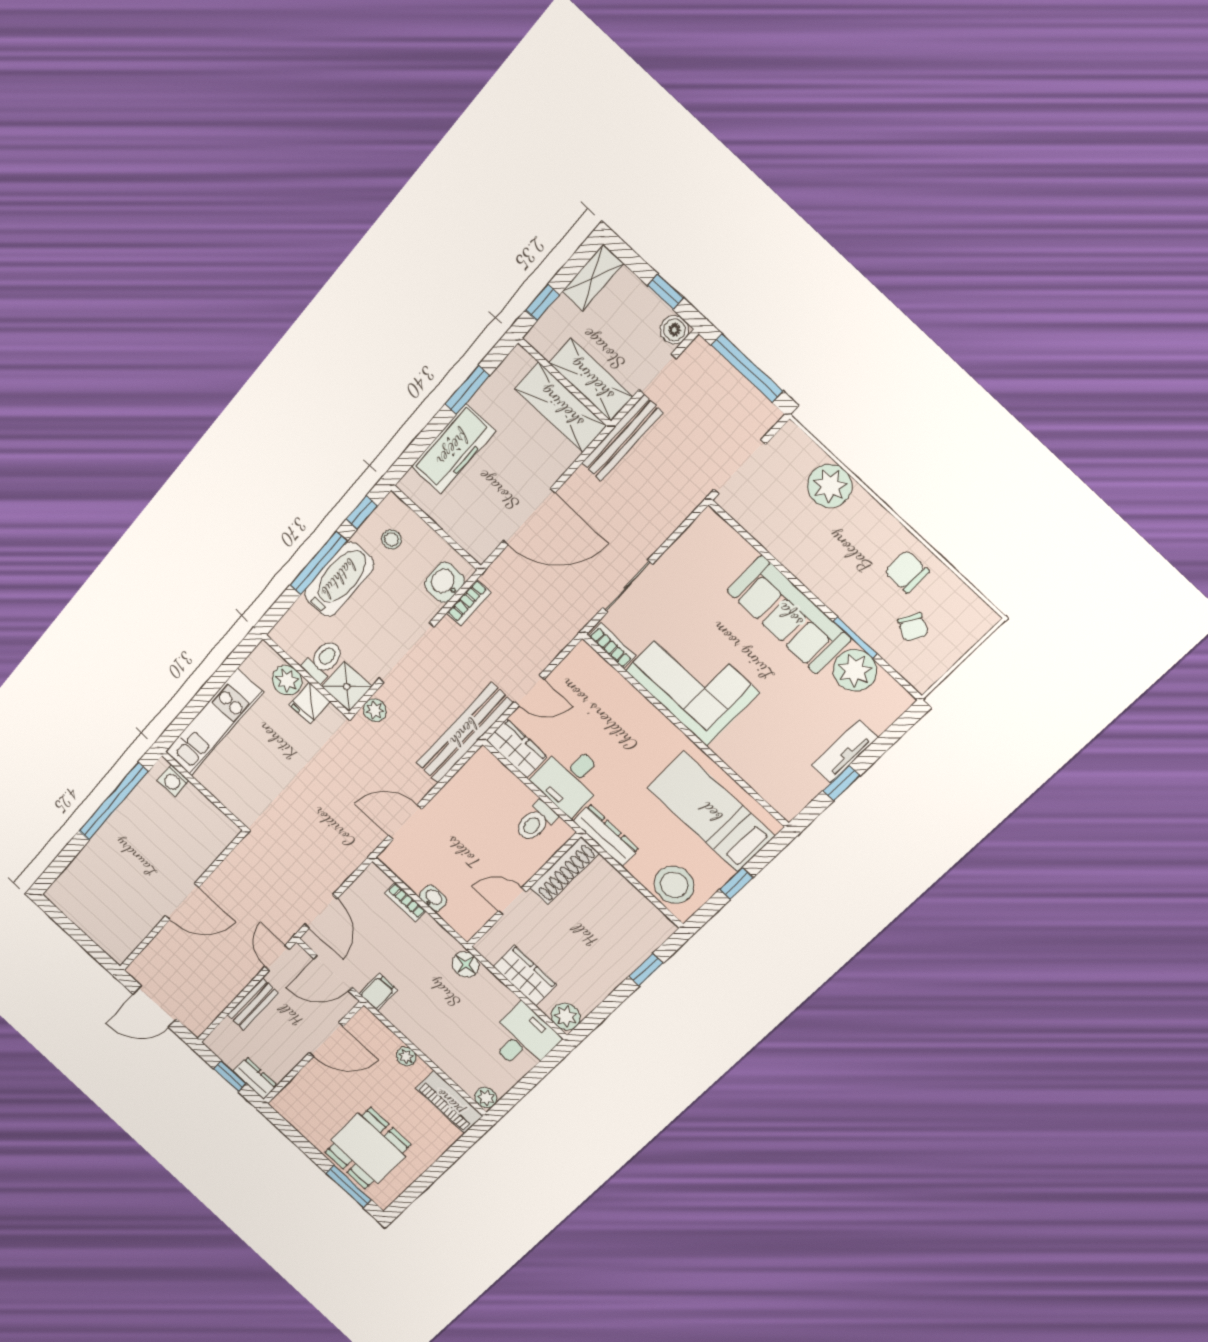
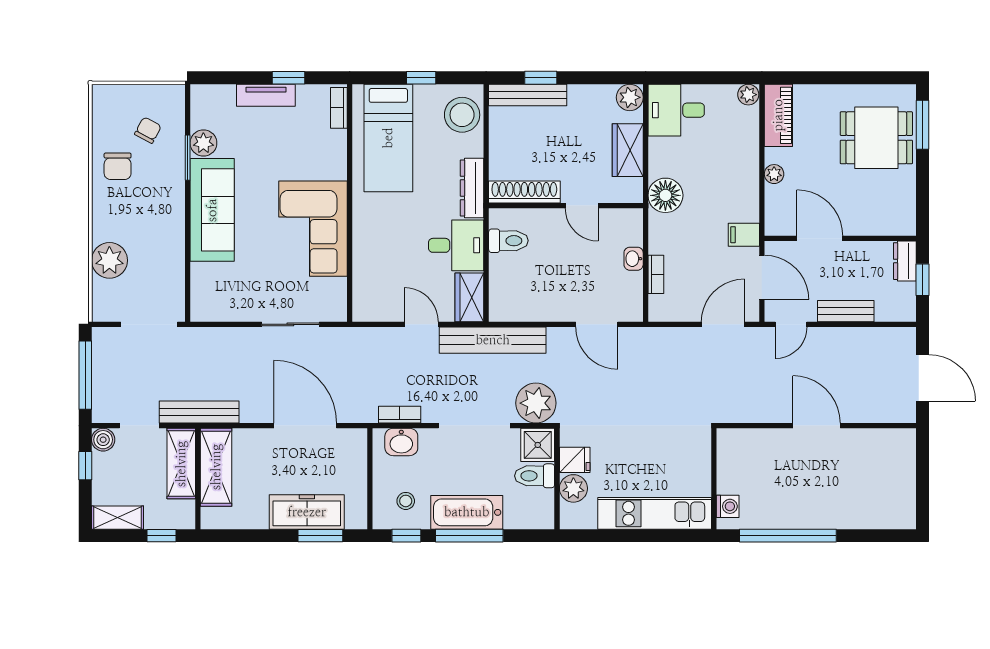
window: (467, 390) -> (320, 536), moved
bookcase: (612, 646) -> (339, 108), moved
plant: (855, 670) -> (203, 143), width x0.73, depth x0.73
plant: (375, 710) -> (536, 403), width x1.87, depth x1.87
bench: (642, 947) -> (528, 95), added
floor lamp: (465, 964) -> (665, 195), width x1.38, depth x1.38

